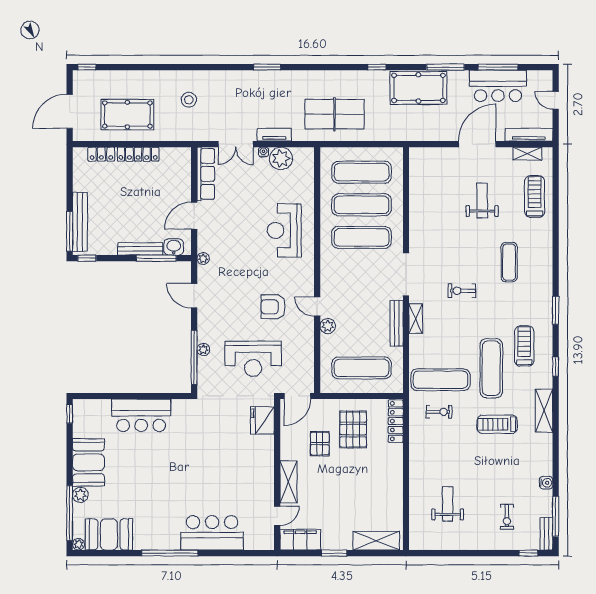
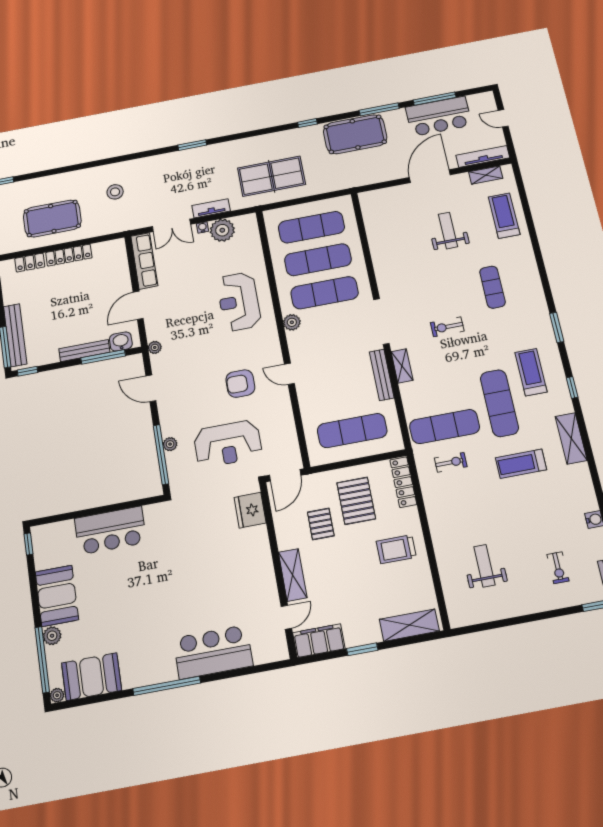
plant: (328, 326) -> (292, 322), moved
trolley: (378, 477) -> (396, 549), added

